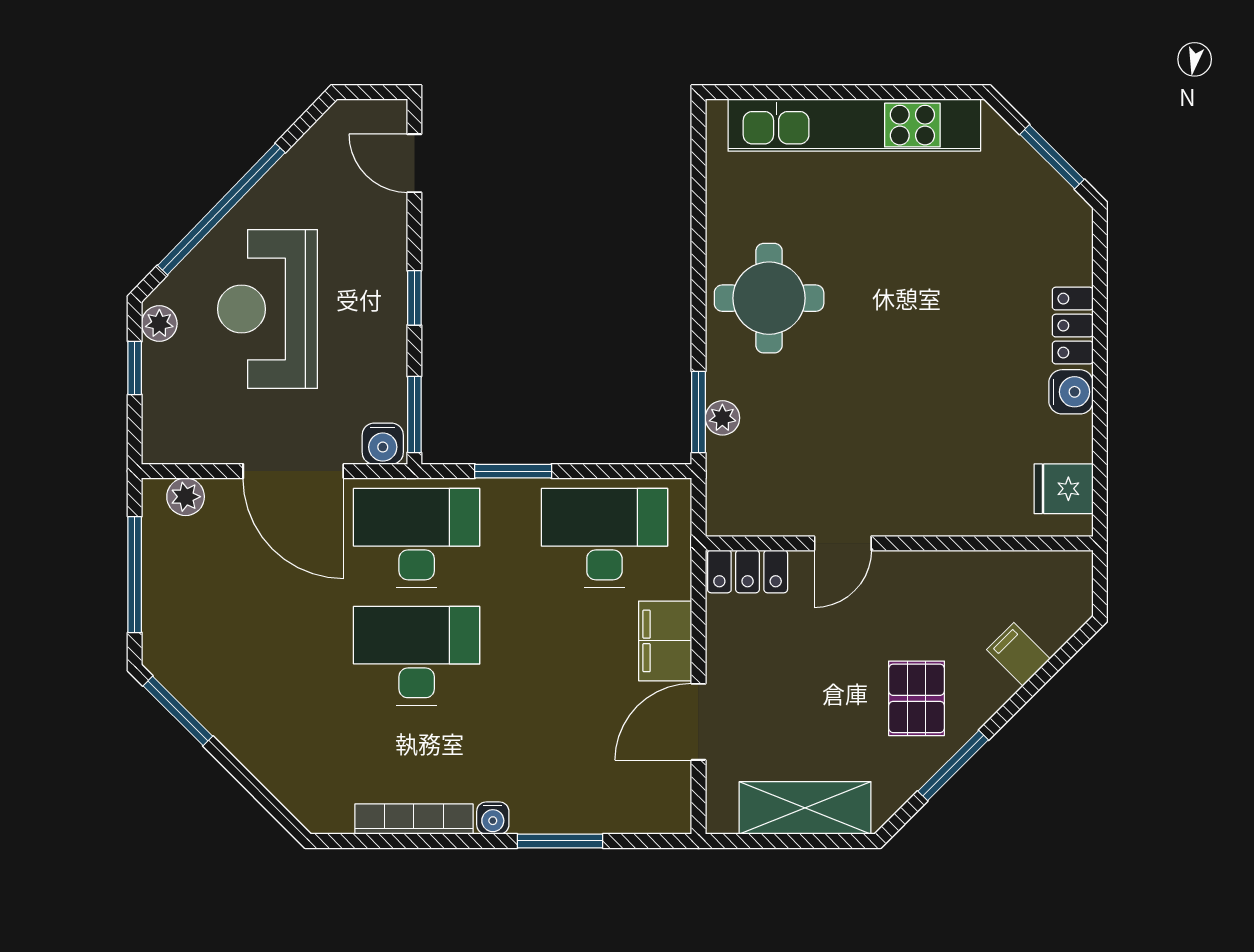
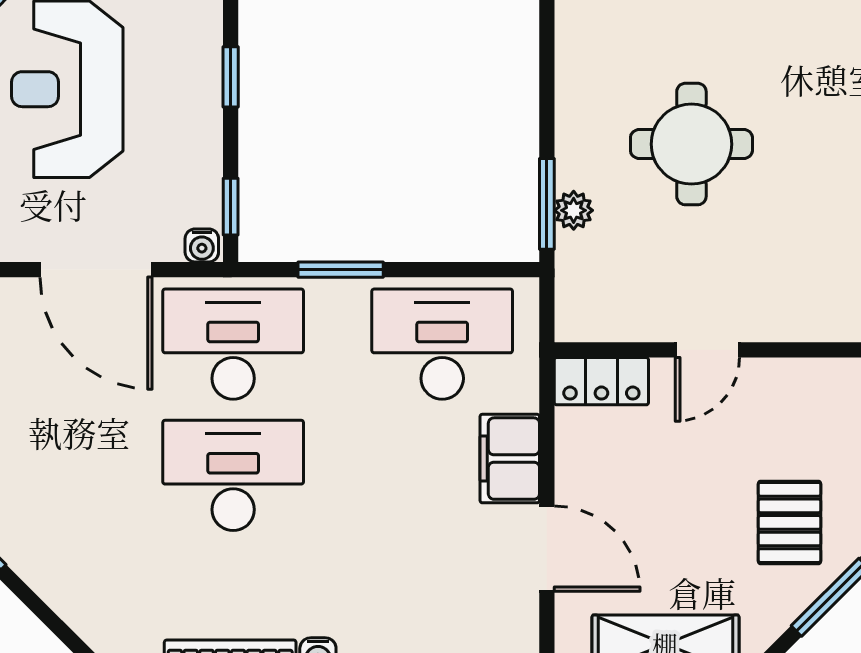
round table: (769, 298) -> (691, 144), moved
window: (414, 415) -> (231, 207), width x0.67
water cooler: (383, 444) -> (202, 245), width x0.72, depth x0.72
door: (698, 722) -> (547, 549), swing flipped

